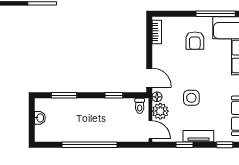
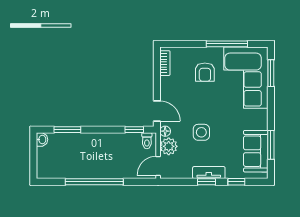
window: (114, 95) -> (134, 130), moved
washbasin: (40, 118) -> (42, 140), moved
door: (150, 130) -> (158, 166), swing flipped
window: (184, 145) -> (206, 182), moved

